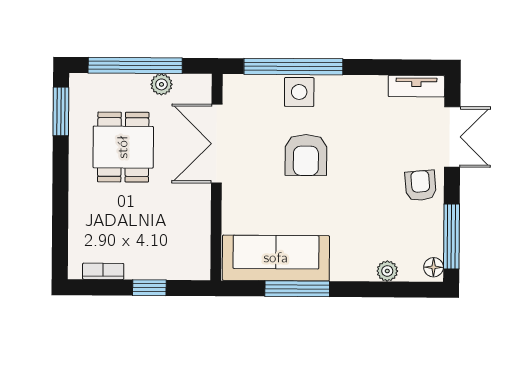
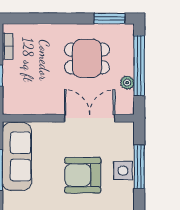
window: (293, 67) -> (139, 167), width x0.68
armchair: (306, 155) -> (83, 175), width x1.36, depth x1.36

